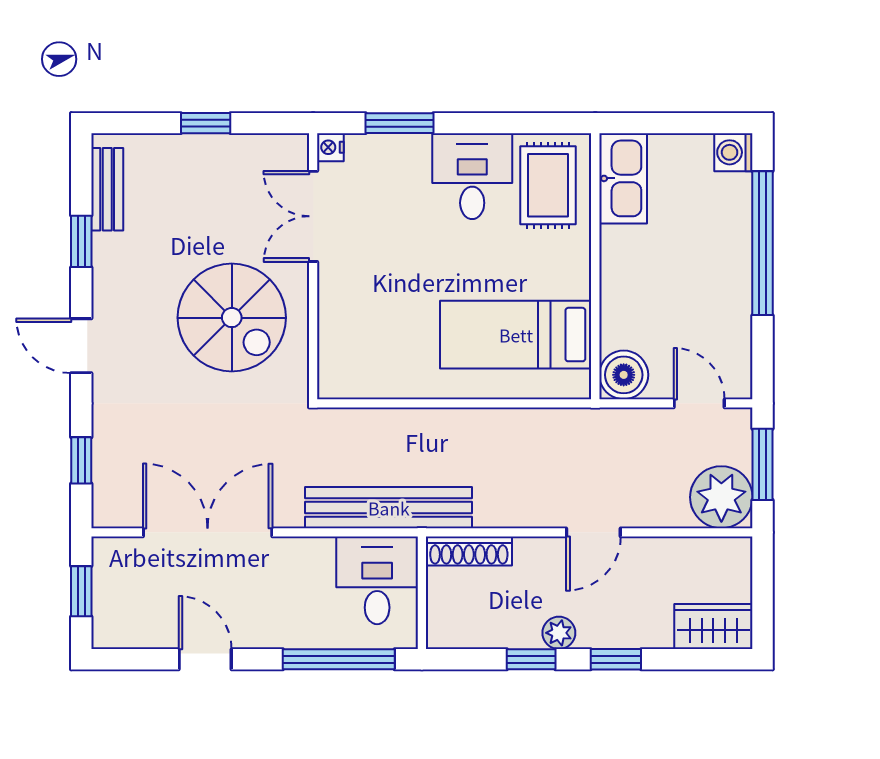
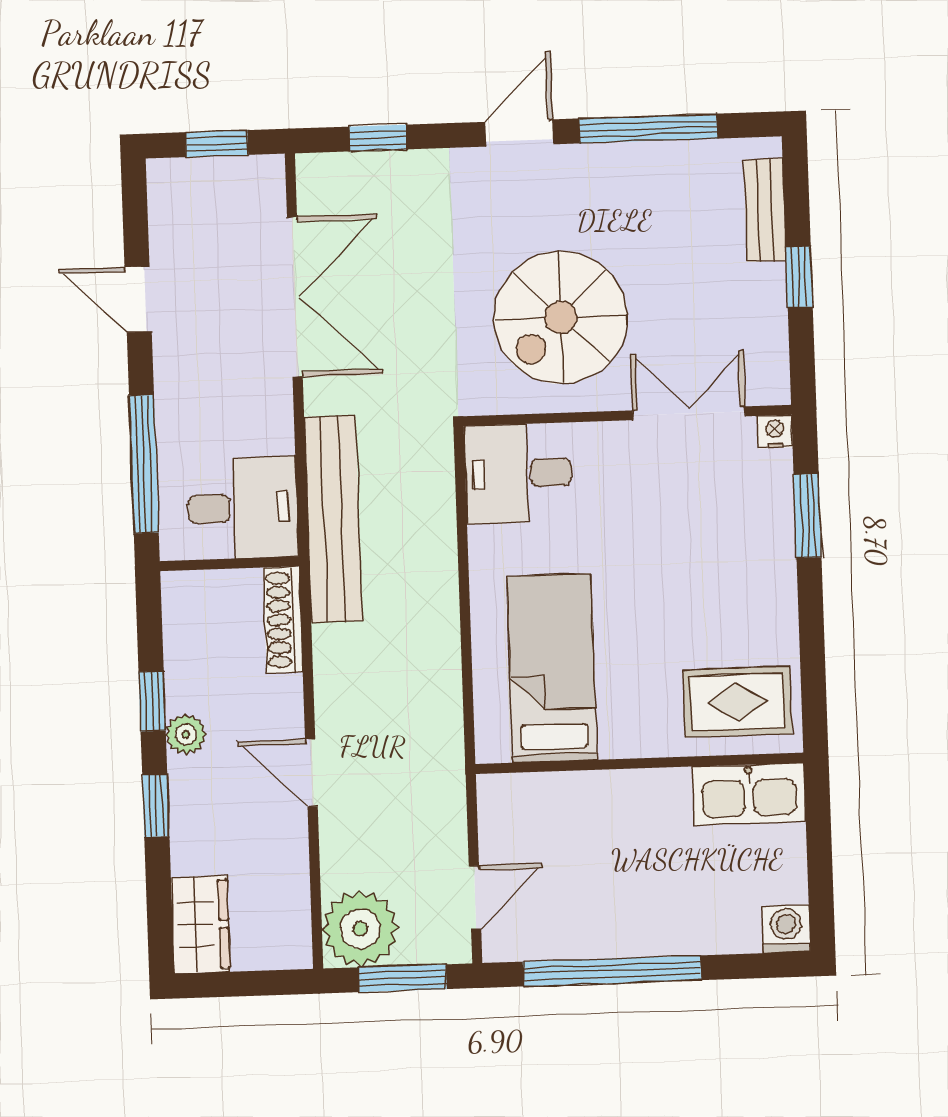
desk: (472, 176) -> (518, 473), moved, turned 180
bench: (107, 189) -> (765, 210), moved, turned 90
window: (81, 241) -> (648, 129), width x2.17
window: (763, 243) -> (612, 971), moved
boiler: (624, 375) -> (507, 803), removed
door: (205, 659) -> (138, 299), swing flipped

